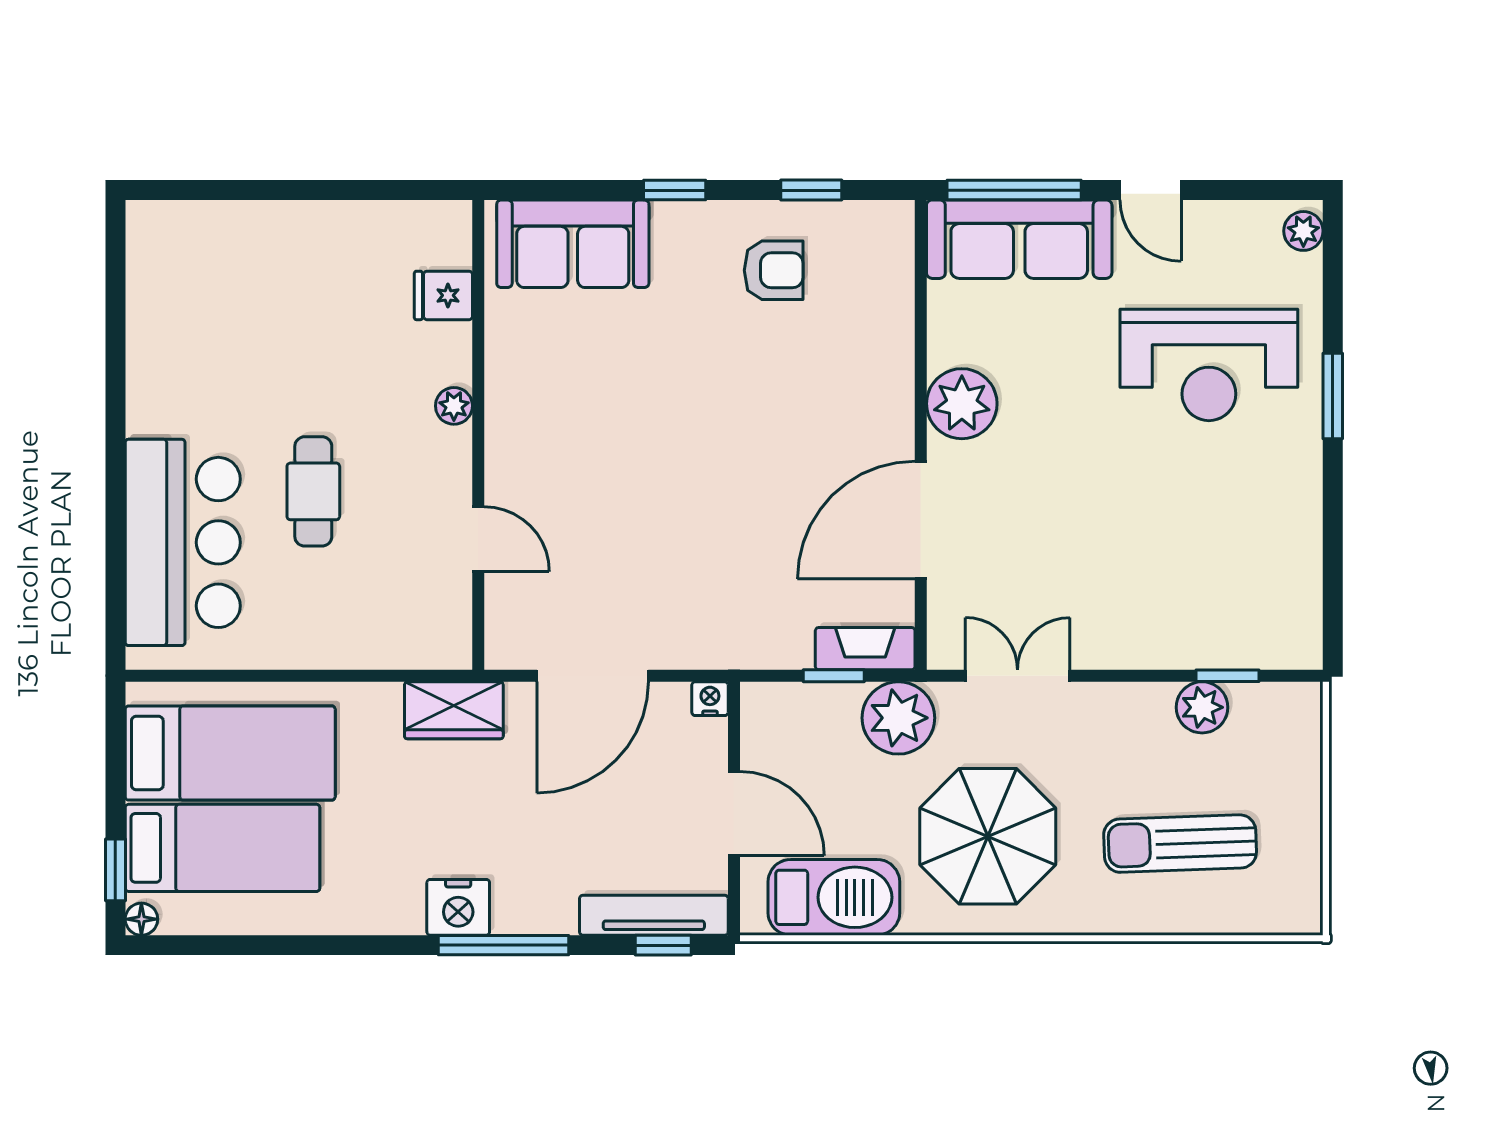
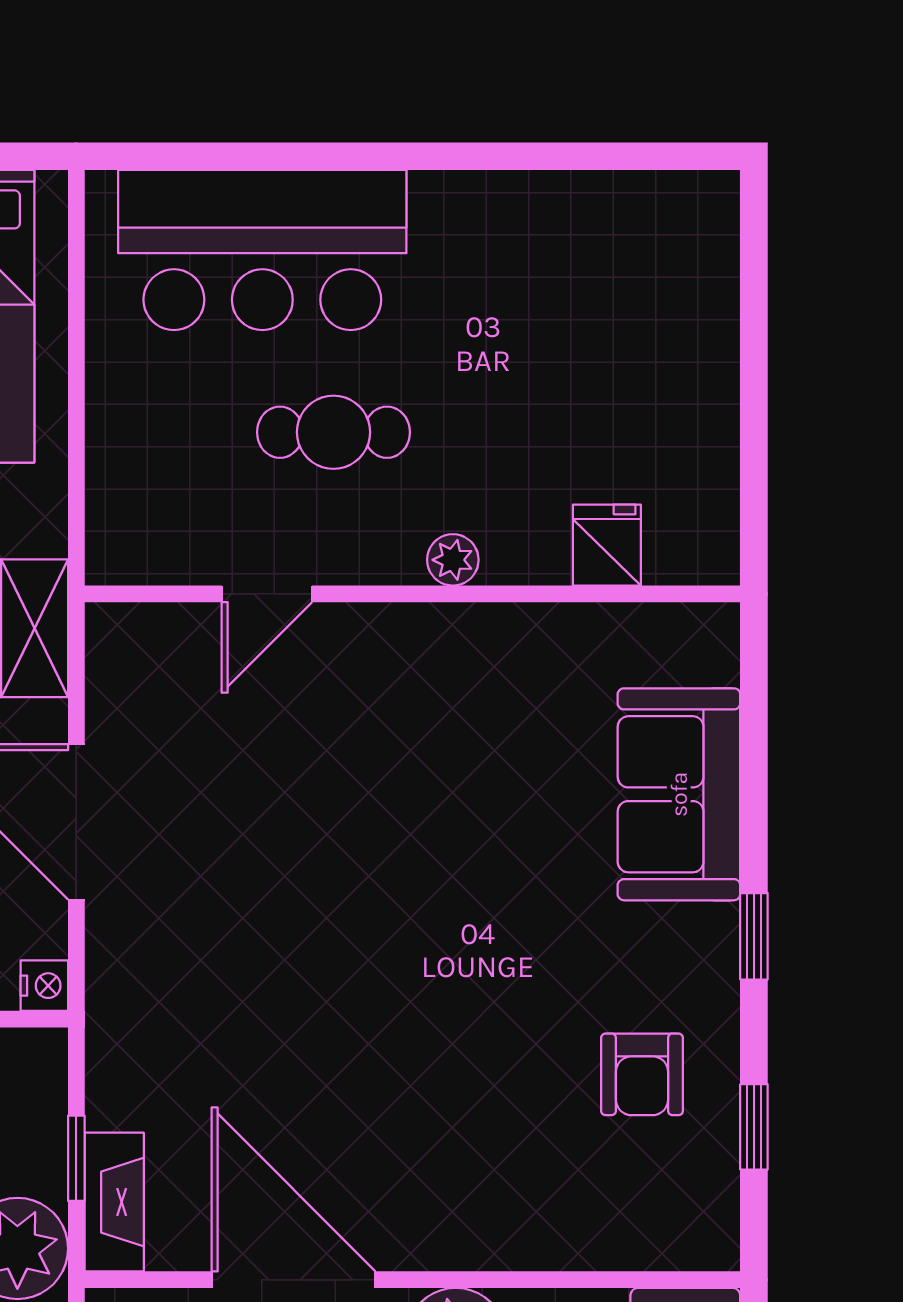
fridge: (443, 295) -> (607, 545), moved
plant: (454, 406) -> (453, 560), moved
wall: (478, 435) -> (412, 594), moved
door: (478, 539) -> (267, 594), moved

